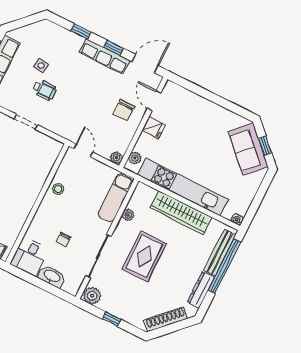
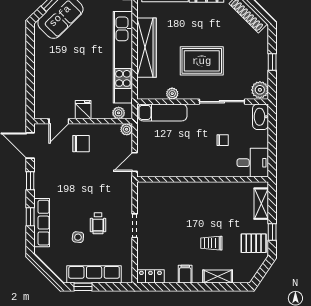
row of seats: (105, 56) -> (42, 223), moved
wheelchair: (45, 90) -> (98, 223), turned 180
stool: (58, 189) -> (180, 167), removed
washbasin: (52, 276) -> (261, 117), moved

